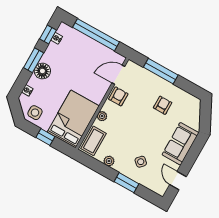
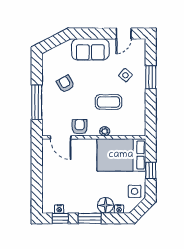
window: (96, 35) -> (37, 176), removed
floor lamp: (42, 71) -> (106, 205), moved
armchair: (118, 96) -> (80, 127), turned 90
armchair: (163, 105) -> (65, 84), turned 61
coffee table: (93, 141) -> (109, 102), moved
plant: (109, 161) -> (140, 103), removed

